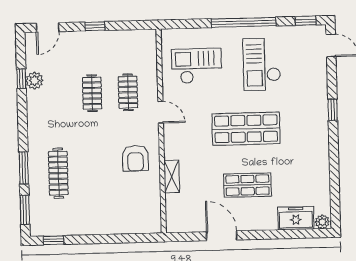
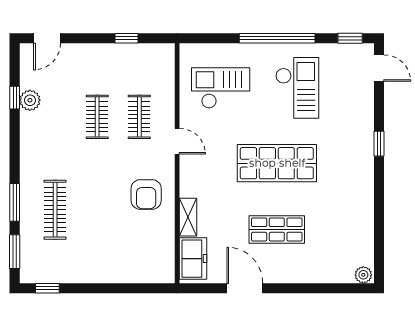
window: (95, 26) -> (126, 38), moved
checkout: (262, 64) -> (297, 88), turned 180
freezer: (296, 218) -> (193, 259), moved, turned 90

